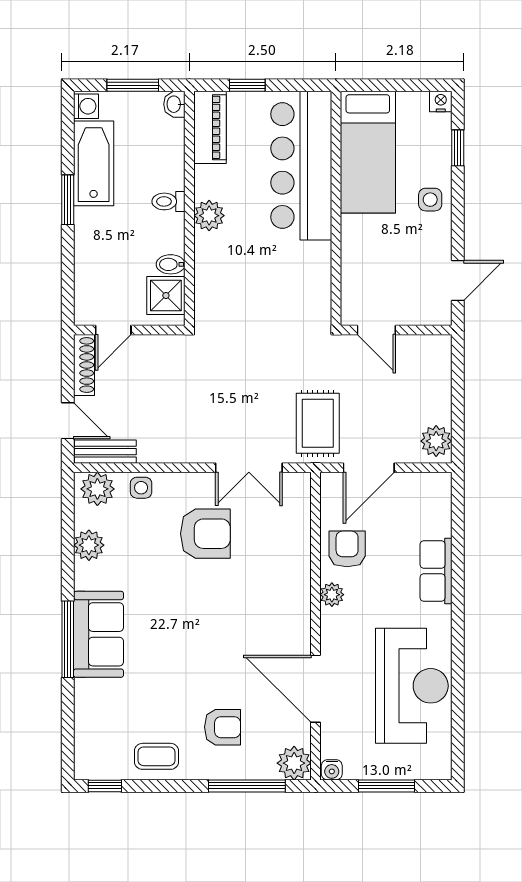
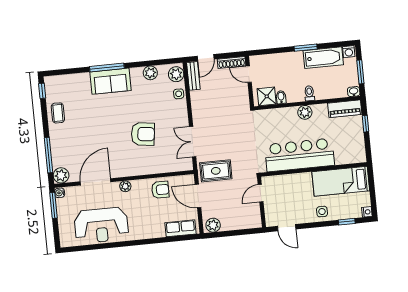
bar counter: (301, 166) -> (300, 155), moved
armchair: (205, 534) -> (143, 134), moved, turned -83
row of seats: (436, 571) -> (180, 228), moved
plant: (332, 595) -> (125, 186), moved
armchair: (223, 727) -> (74, 141), removed
window: (387, 786) -> (54, 205), moved

